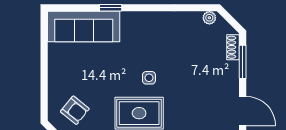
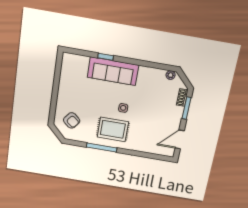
sofa: (84, 27) -> (113, 71), moved
door: (243, 111) -> (180, 139), swing flipped

